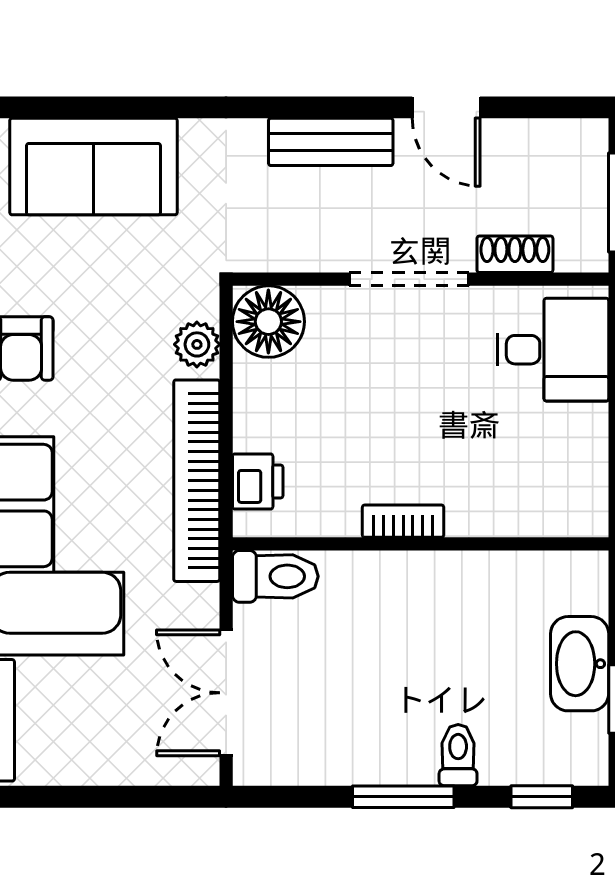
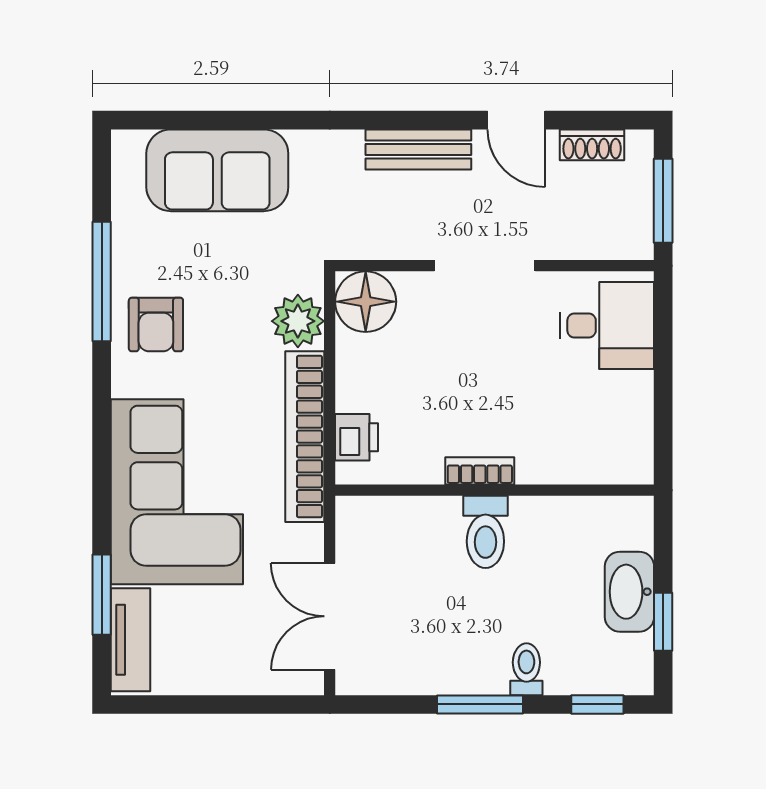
shoe rack: (515, 254) -> (592, 145), moved, turned 180
plant: (197, 344) -> (298, 321), width x1.38, depth x1.38
toilet: (275, 576) -> (485, 532), moved, turned 90

